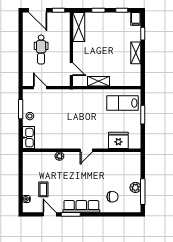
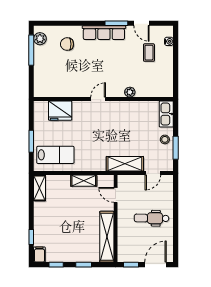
door: (38, 10) -> (156, 265), hinge flipped
shelving: (79, 27) -> (107, 237), width x1.47
dental chair: (41, 50) -> (152, 218), turned -89
shelving: (136, 53) -> (40, 188), moved
door: (40, 88) -> (153, 173), hinge flipped
shelving: (64, 96) -> (125, 164), added
plant: (135, 187) -> (40, 39), moved

